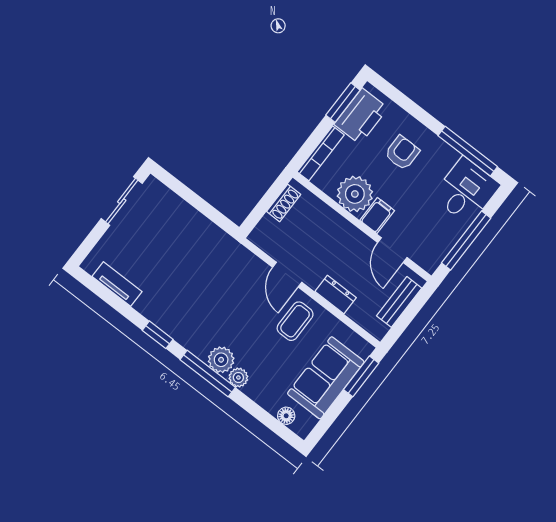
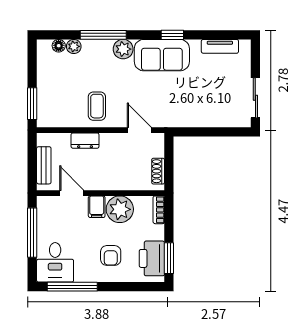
bookcase: (321, 153) -> (159, 210), width x0.64
door: (287, 275) -> (139, 130), moved
window: (208, 373) -> (103, 35), moved
plant: (238, 378) -> (74, 46), moved
sofa: (326, 378) -> (162, 55), moved, turned 90

